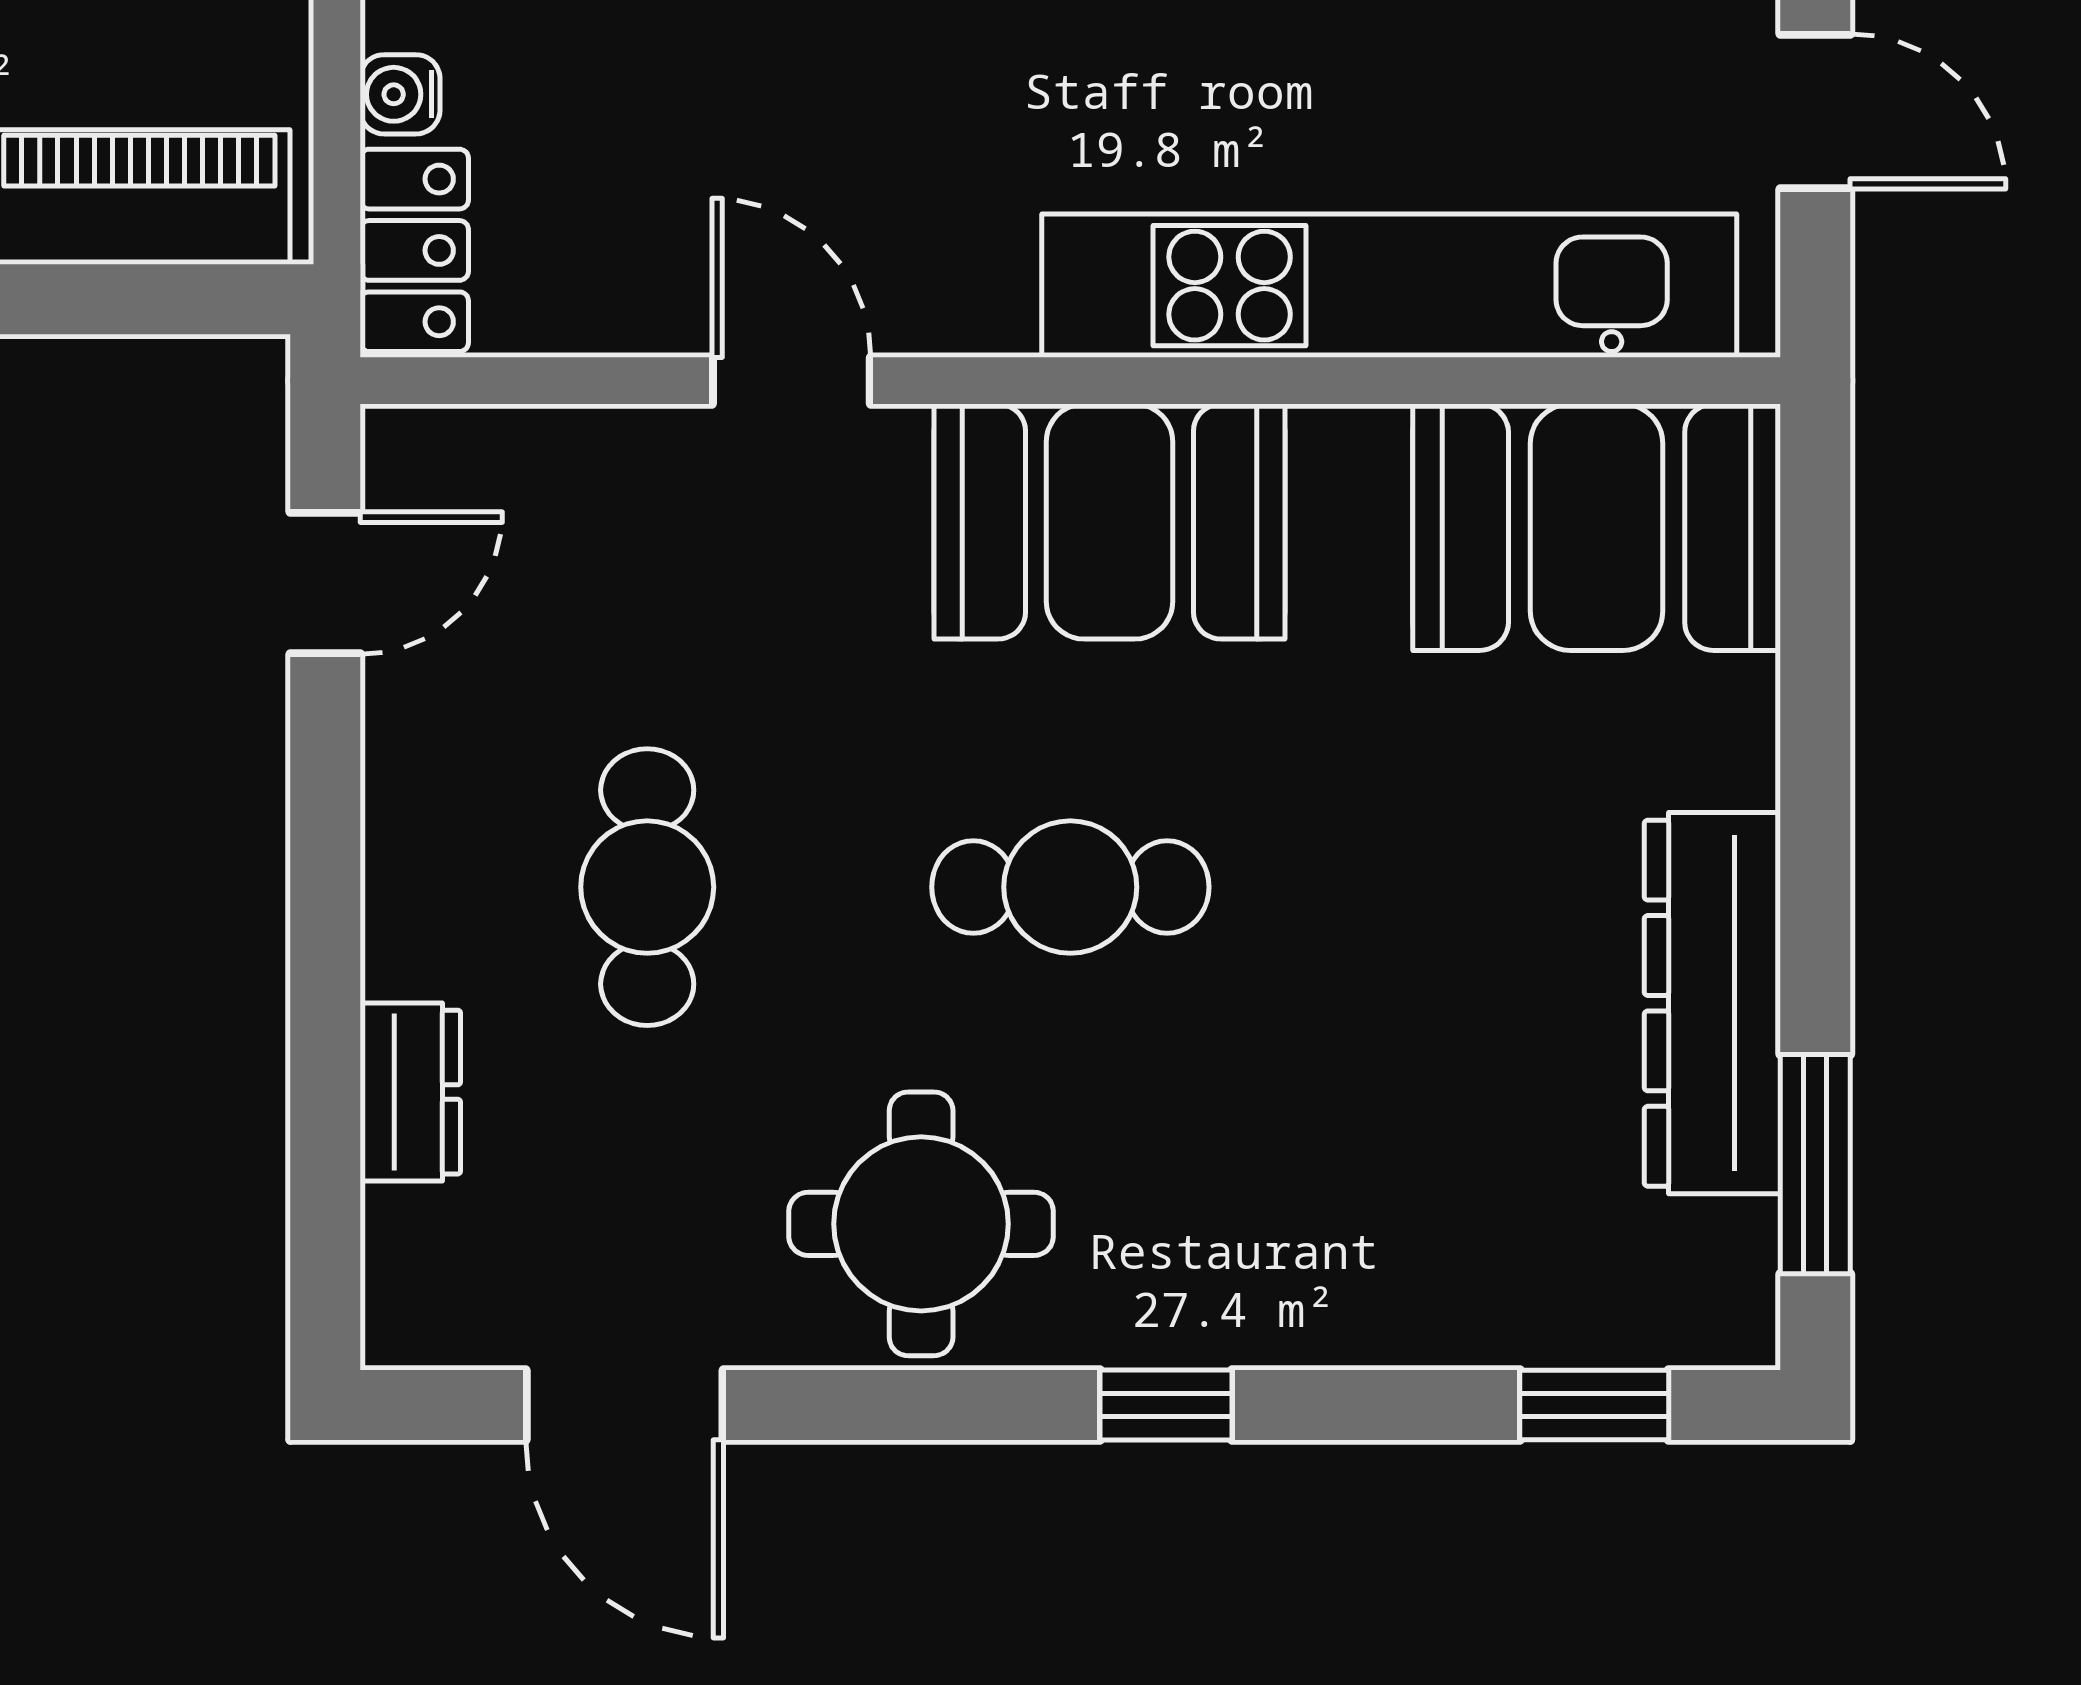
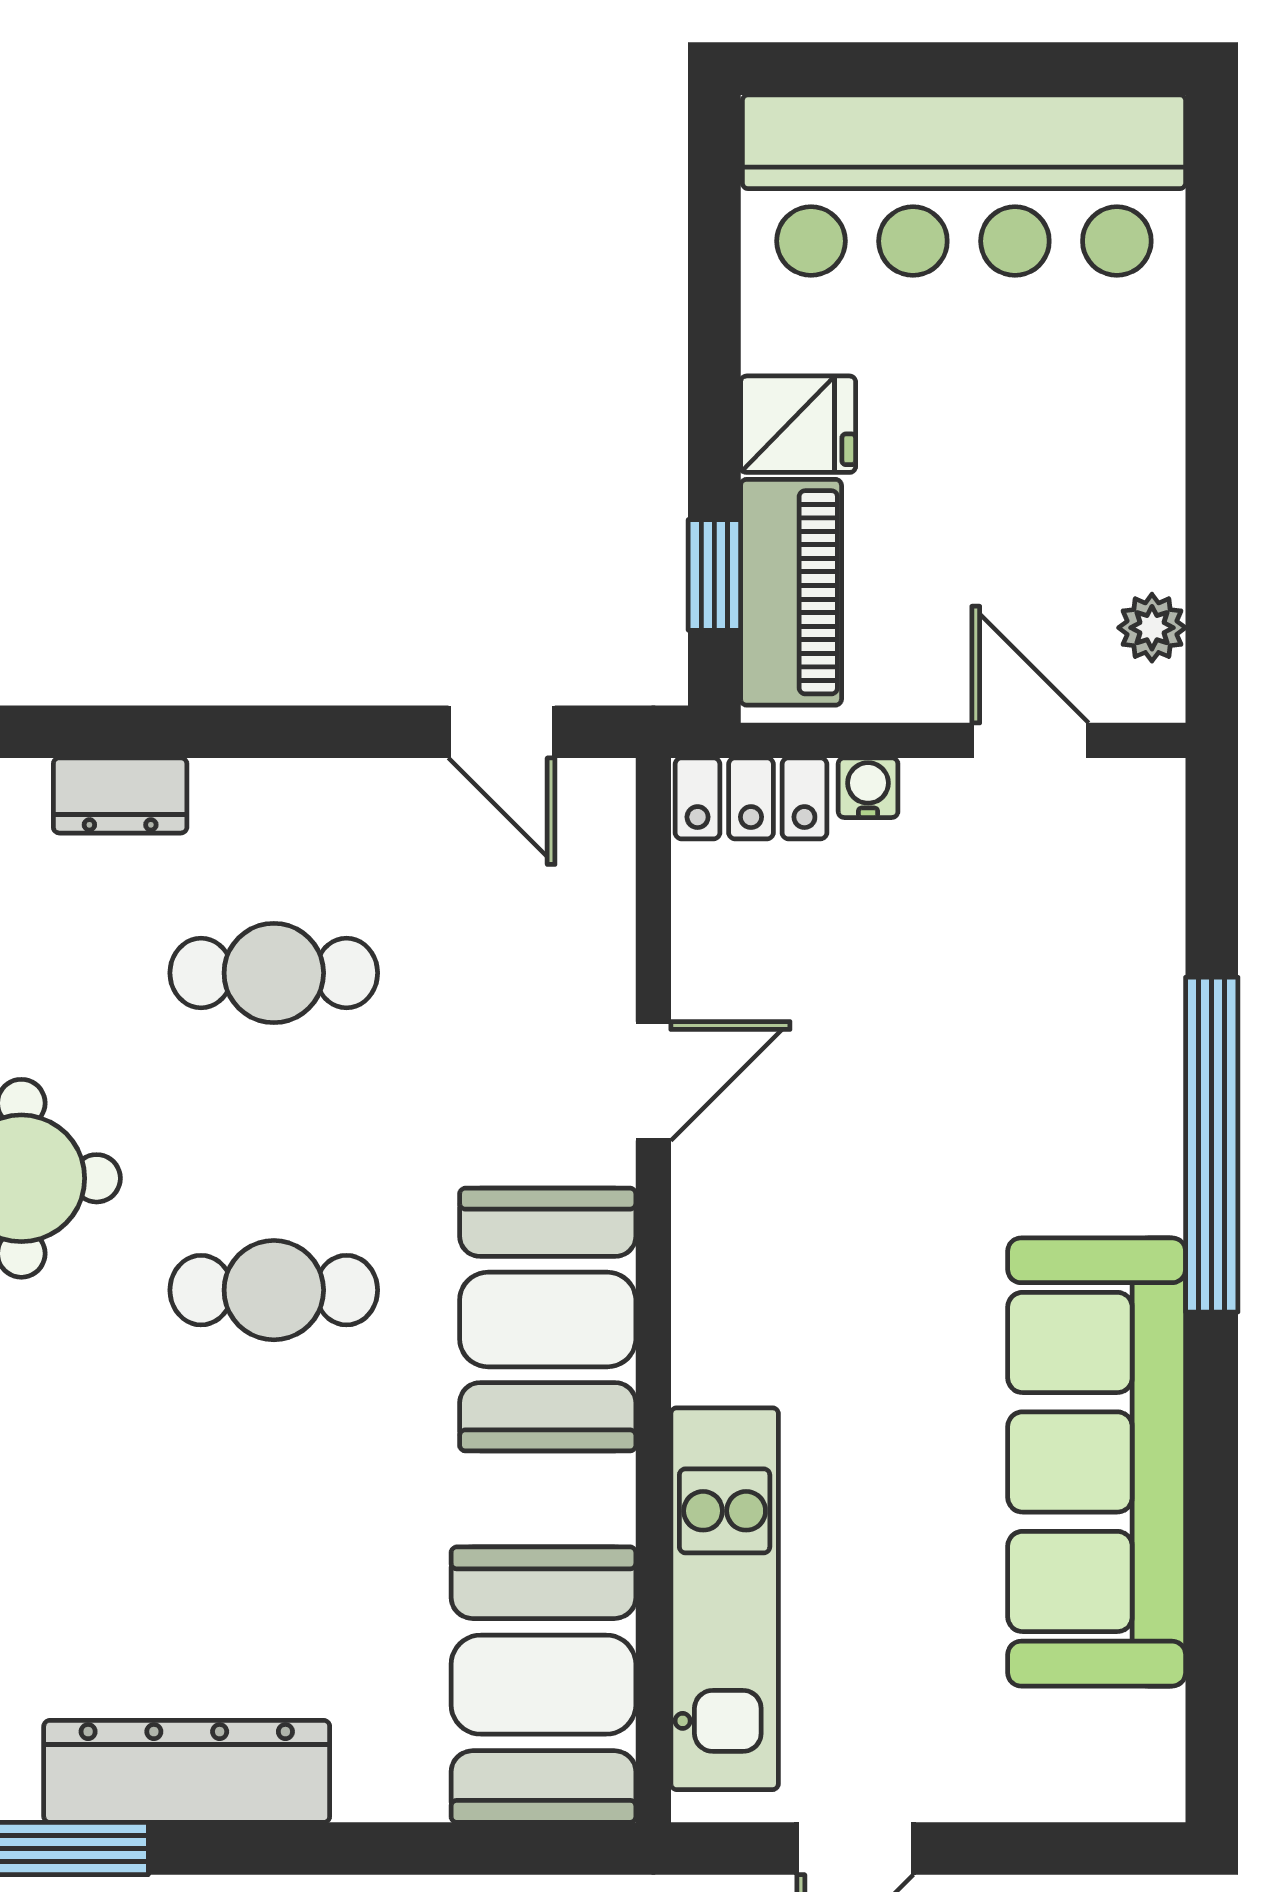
kitchen unit: (1389, 286) -> (725, 1599), width x0.73
window: (116, 299) -> (714, 575), added
cafe table: (1070, 887) -> (274, 1290), turned 90

